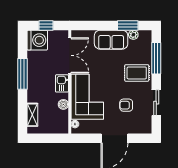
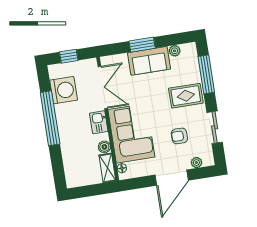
window: (128, 25) -> (142, 45), moved
washing machine: (37, 40) -> (64, 90), moved
window: (23, 74) -> (50, 118), width x1.46
shelving: (32, 115) -> (107, 168), moved
plant: (137, 129) -> (196, 163), added

